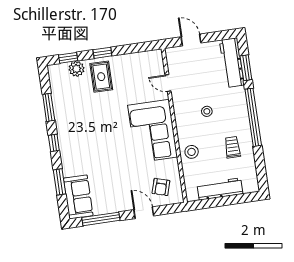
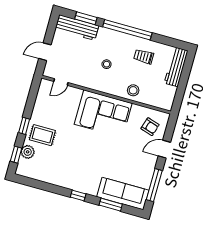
door: (168, 83) -> (61, 82), moved
window: (49, 107) -> (48, 187), removed
workbench: (220, 189) -> (176, 67), moved
sofa: (78, 197) -> (123, 194), width x1.36

